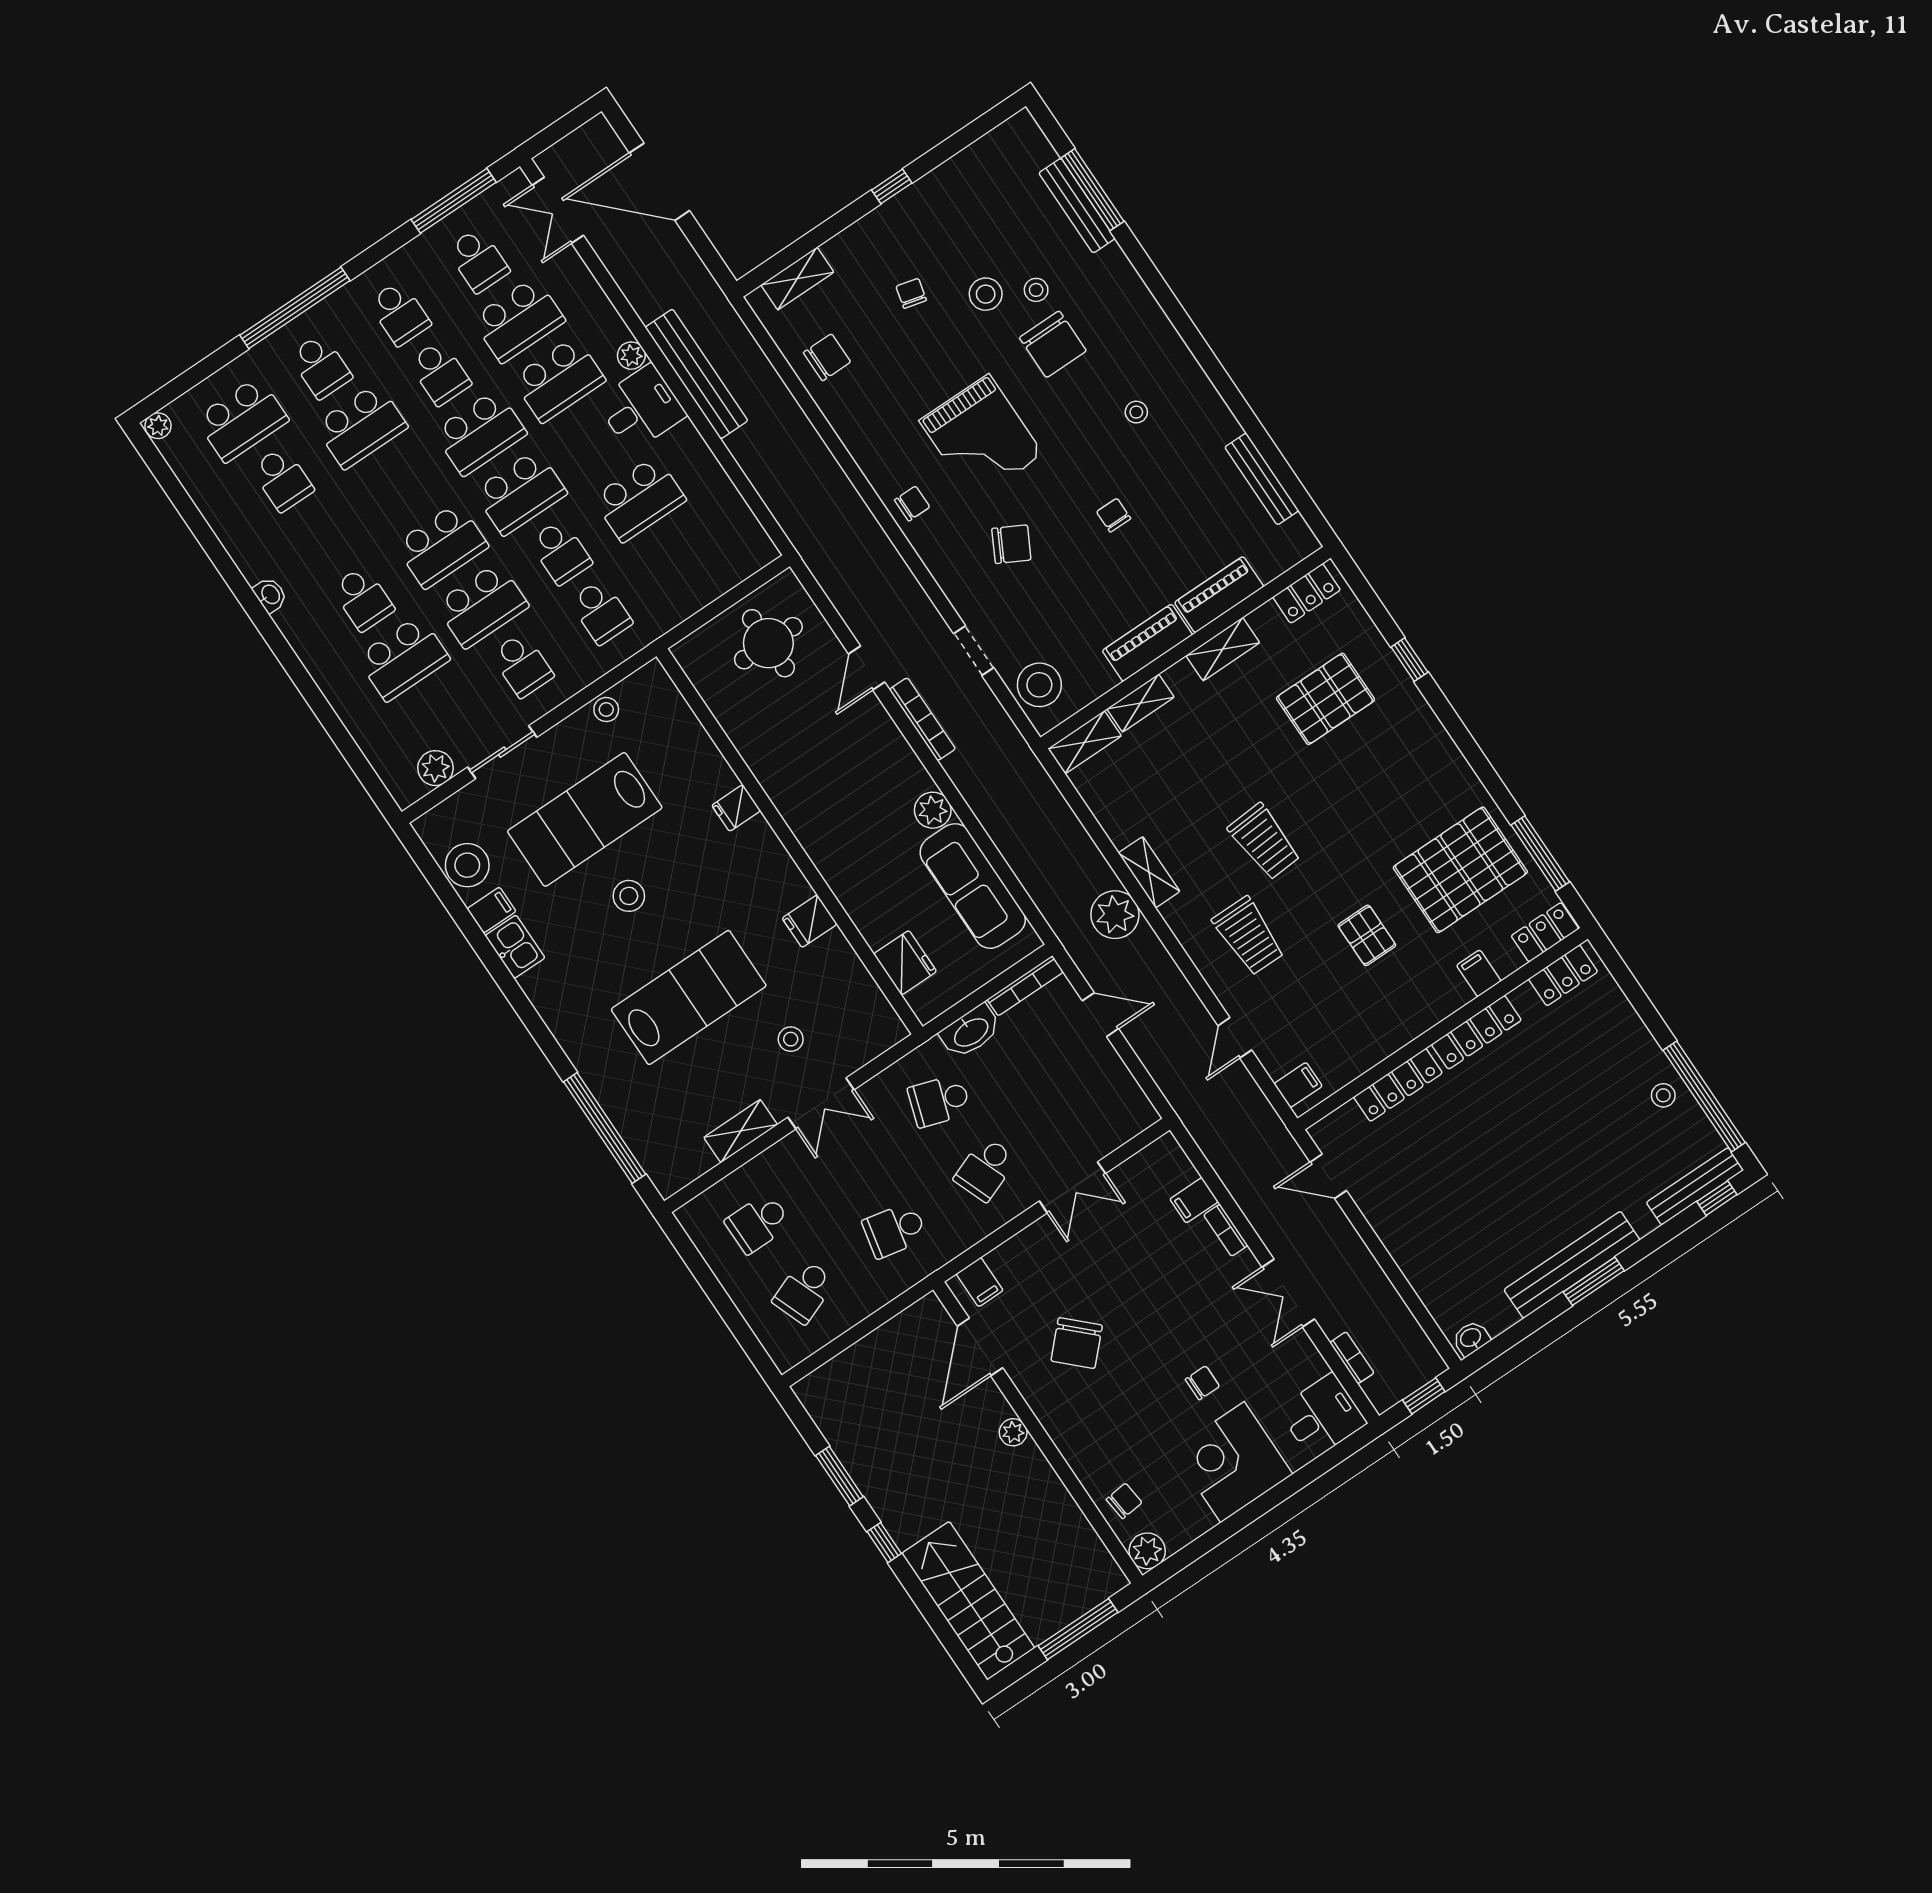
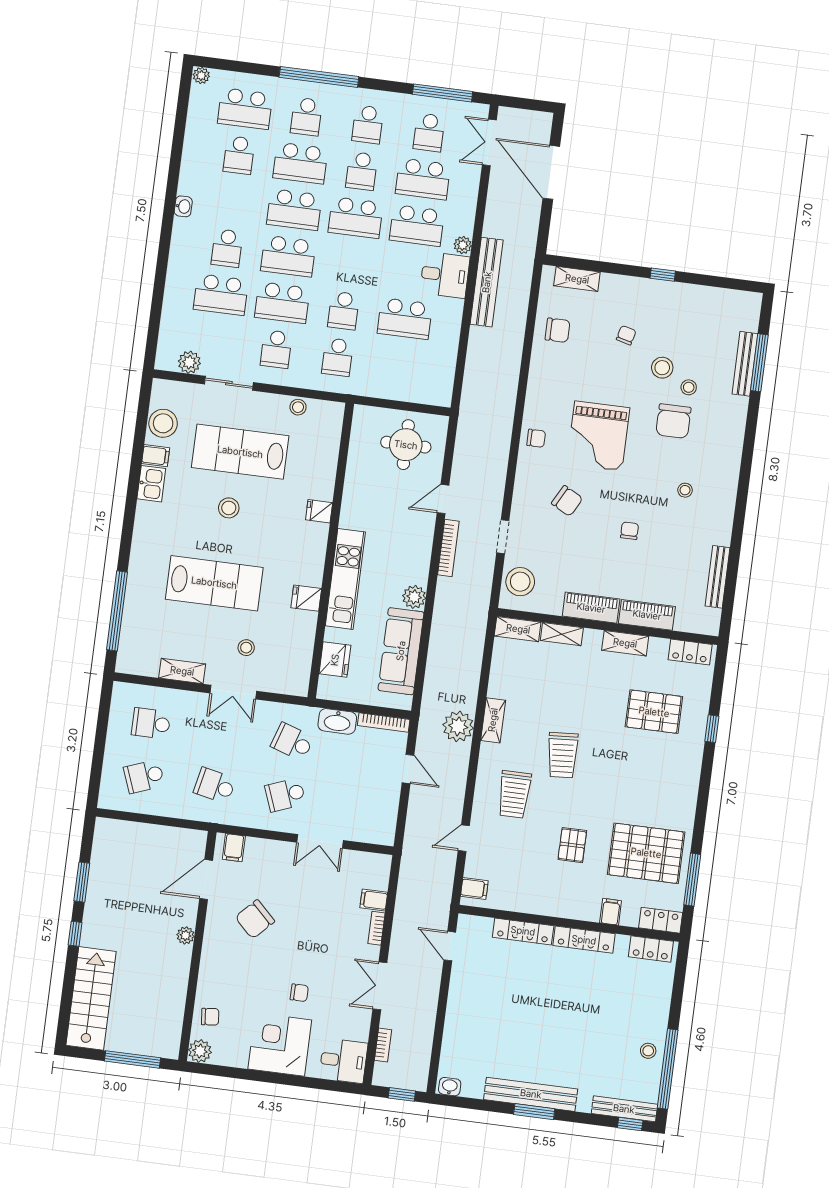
school desk: (520, 492) -> (294, 210), moved
kitchen unit: (835, 859) -> (345, 579), added

